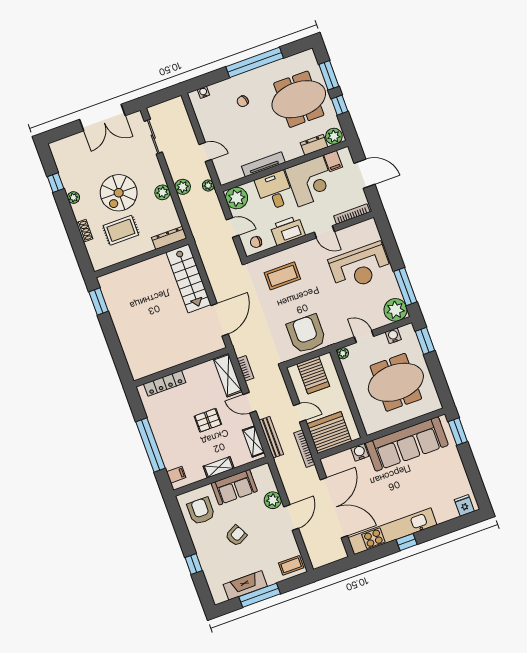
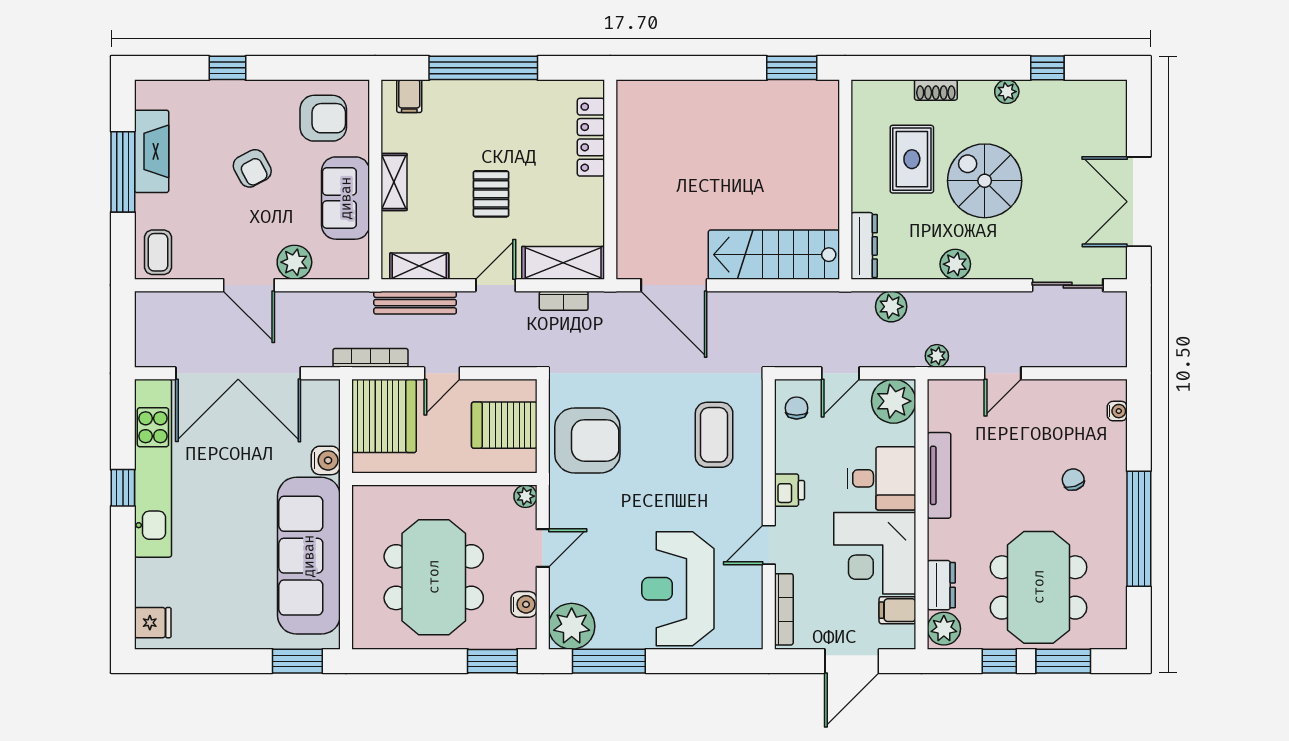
plant: (183, 187) -> (891, 307), moved
printer: (288, 231) -> (790, 490), width x0.53, depth x0.68

